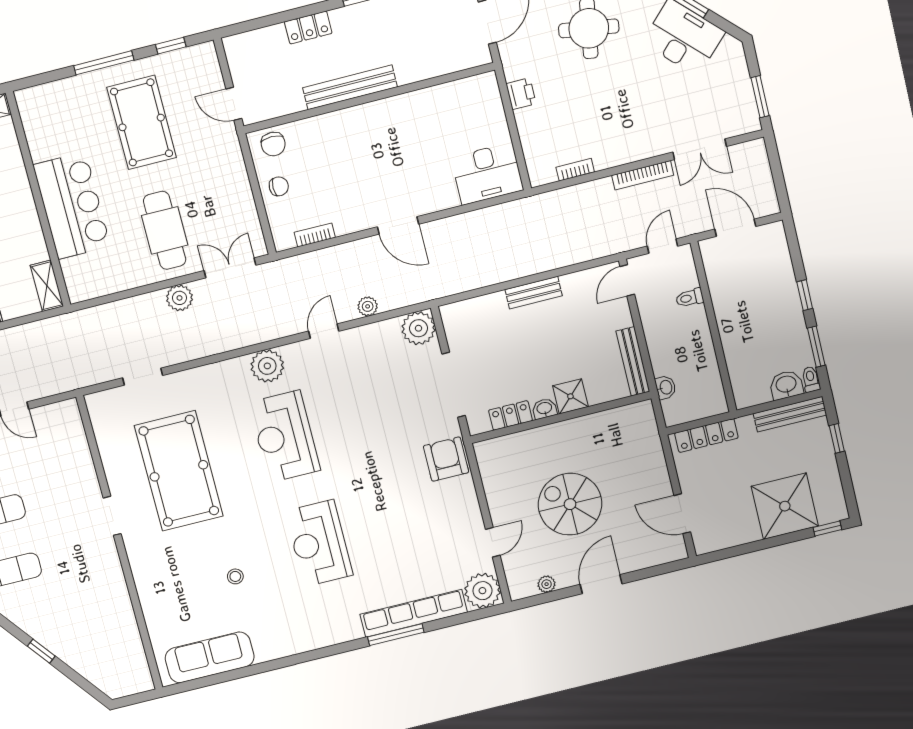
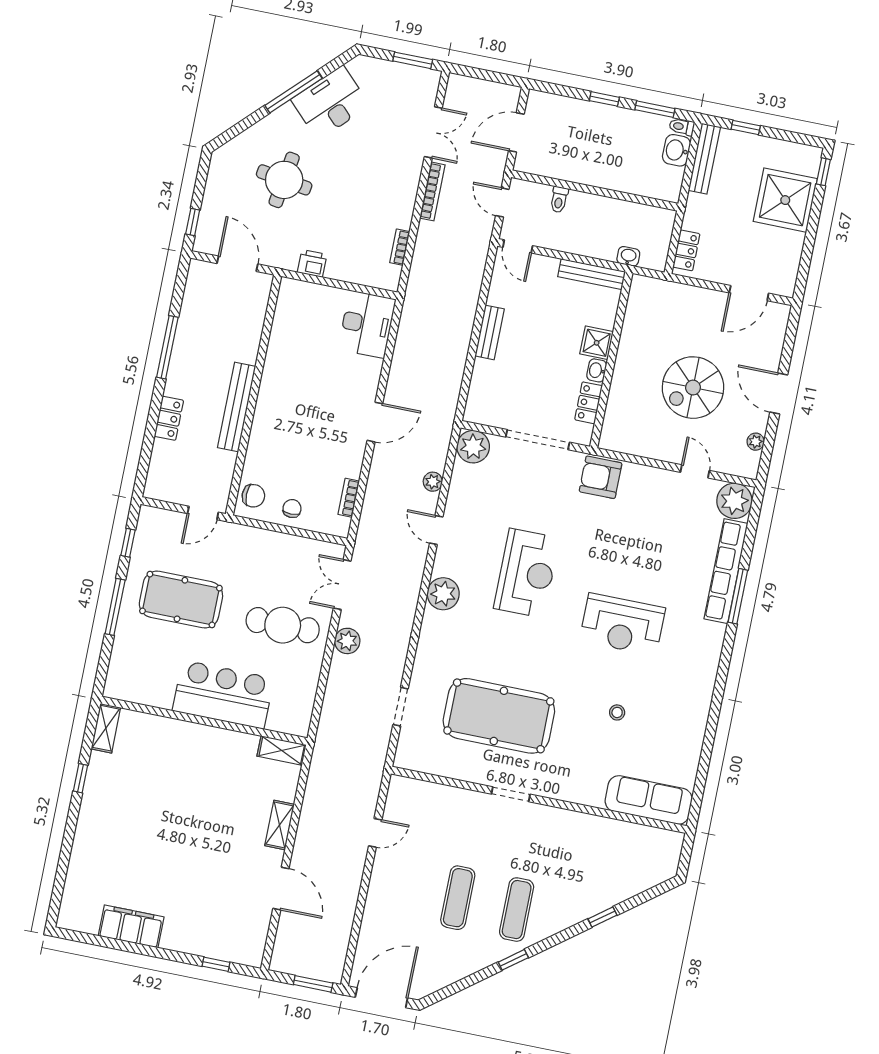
locker: (706, 435) -> (686, 250), width x0.66
reception desk: (285, 436) -> (527, 573), moved, turned -90
sofa: (210, 657) -> (649, 800), moved, turned 90

